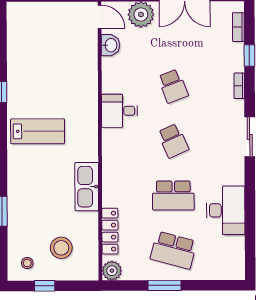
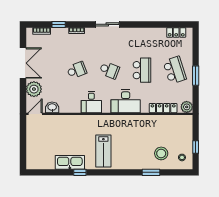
lab bench: (38, 131) -> (103, 151), turned 180
school desk: (173, 141) -> (109, 70), turned 45
kitchen sink: (87, 187) -> (70, 162), moved, turned 180
desk: (226, 210) -> (126, 101), moved, turned 180
stool: (61, 248) -> (161, 153), moved
school desk: (174, 250) -> (175, 70), turned -33
locker: (237, 253) -> (176, 32), added

